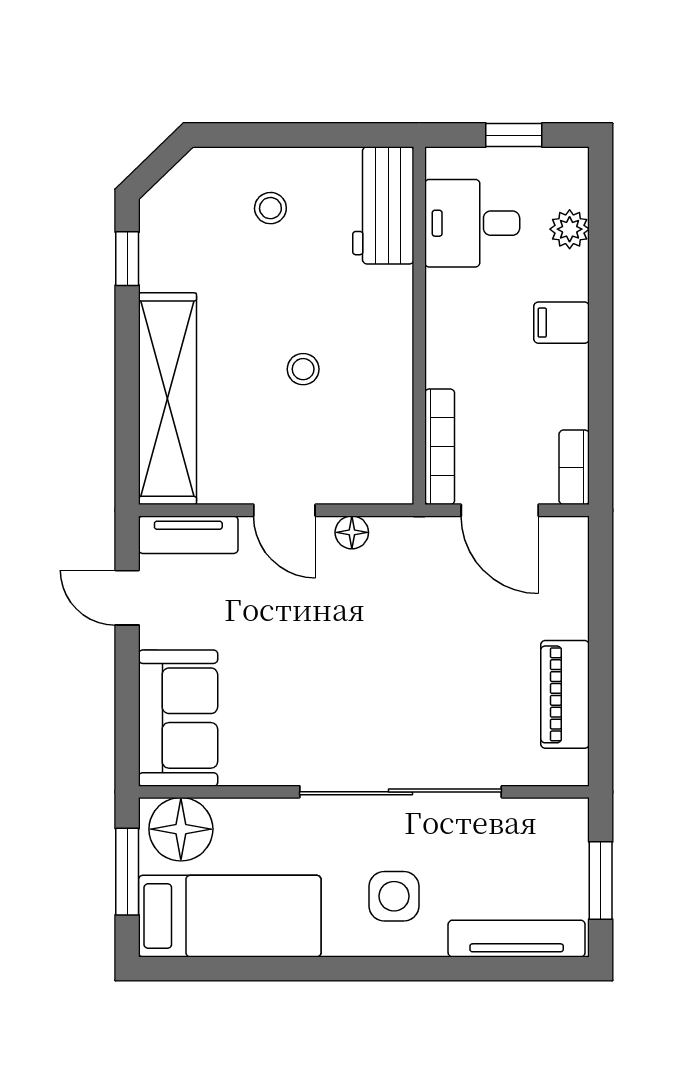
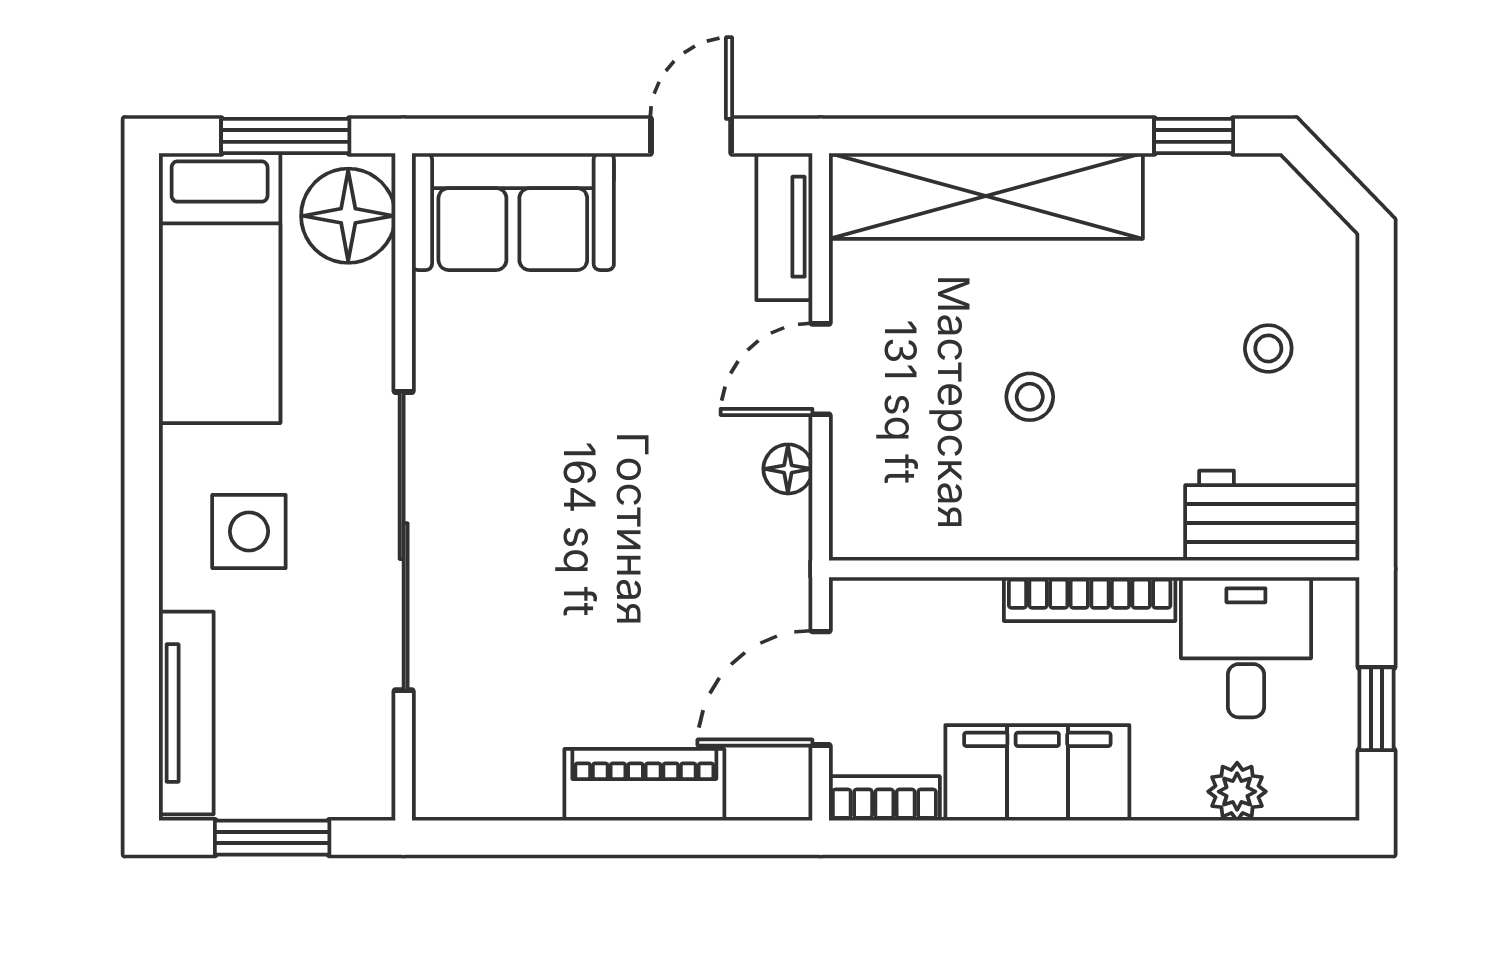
filing cabinet: (562, 323) -> (1037, 773), width x3.00, depth x1.17
bookcase: (440, 447) -> (1090, 599), moved
piano: (565, 694) -> (644, 785), moved

